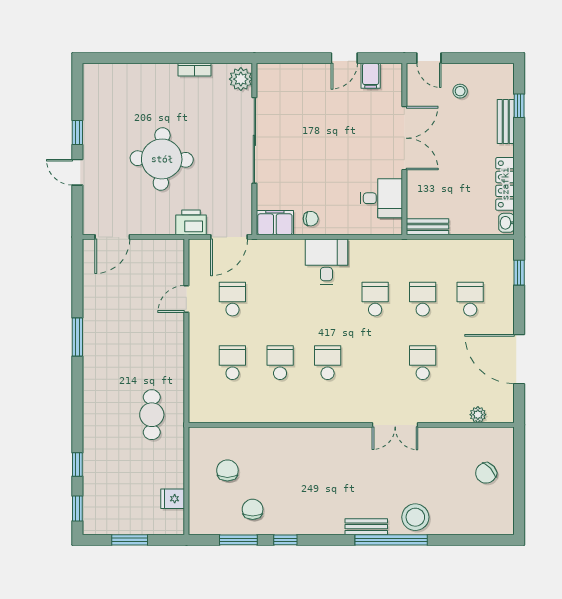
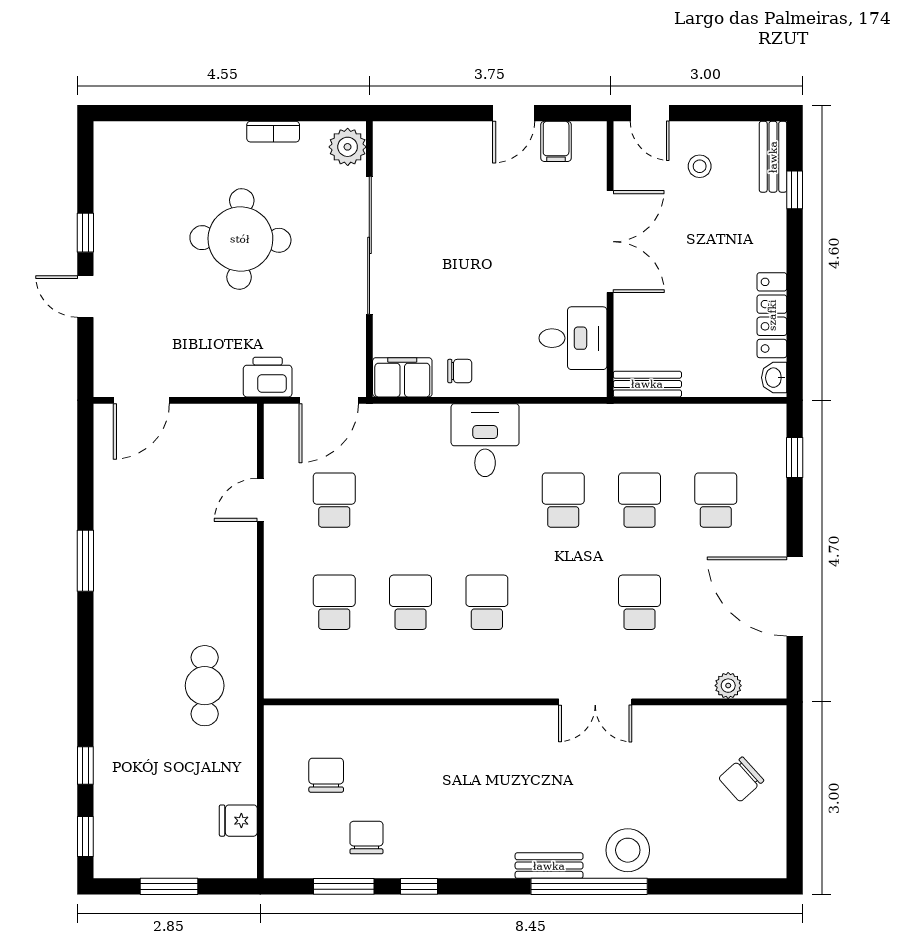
bench: (506, 122) -> (773, 157), moved
round table: (162, 159) -> (240, 239), moved

